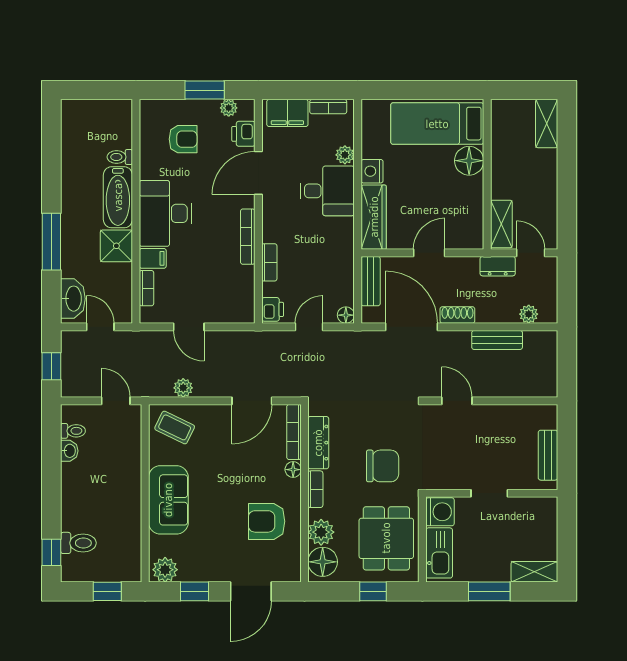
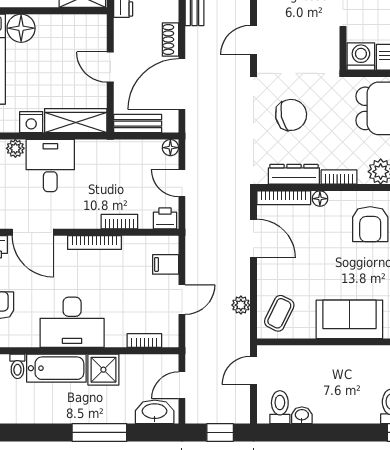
filing cabinet: (153, 258) -> (166, 264), moved, turned -90
toilet: (73, 431) -> (280, 407), width x1.37, depth x1.39
chair: (383, 466) -> (291, 115), moved, turned 78

